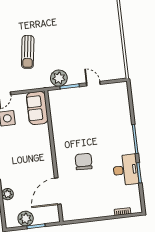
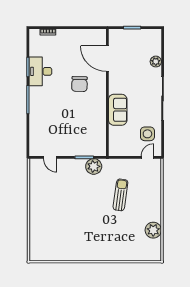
door: (93, 84) -> (50, 157), moved
sofa: (37, 108) -> (118, 110), moved
door: (58, 191) -> (107, 59), swing flipped
plant: (26, 219) -> (141, 36), removed

